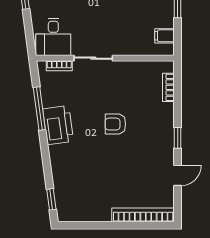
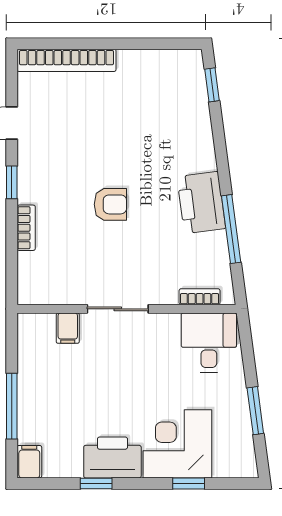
filing cabinet: (165, 36) -> (68, 328), moved, turned 90
sliding door: (93, 58) -> (118, 309), moved
bookcase: (168, 87) -> (26, 228), moved

